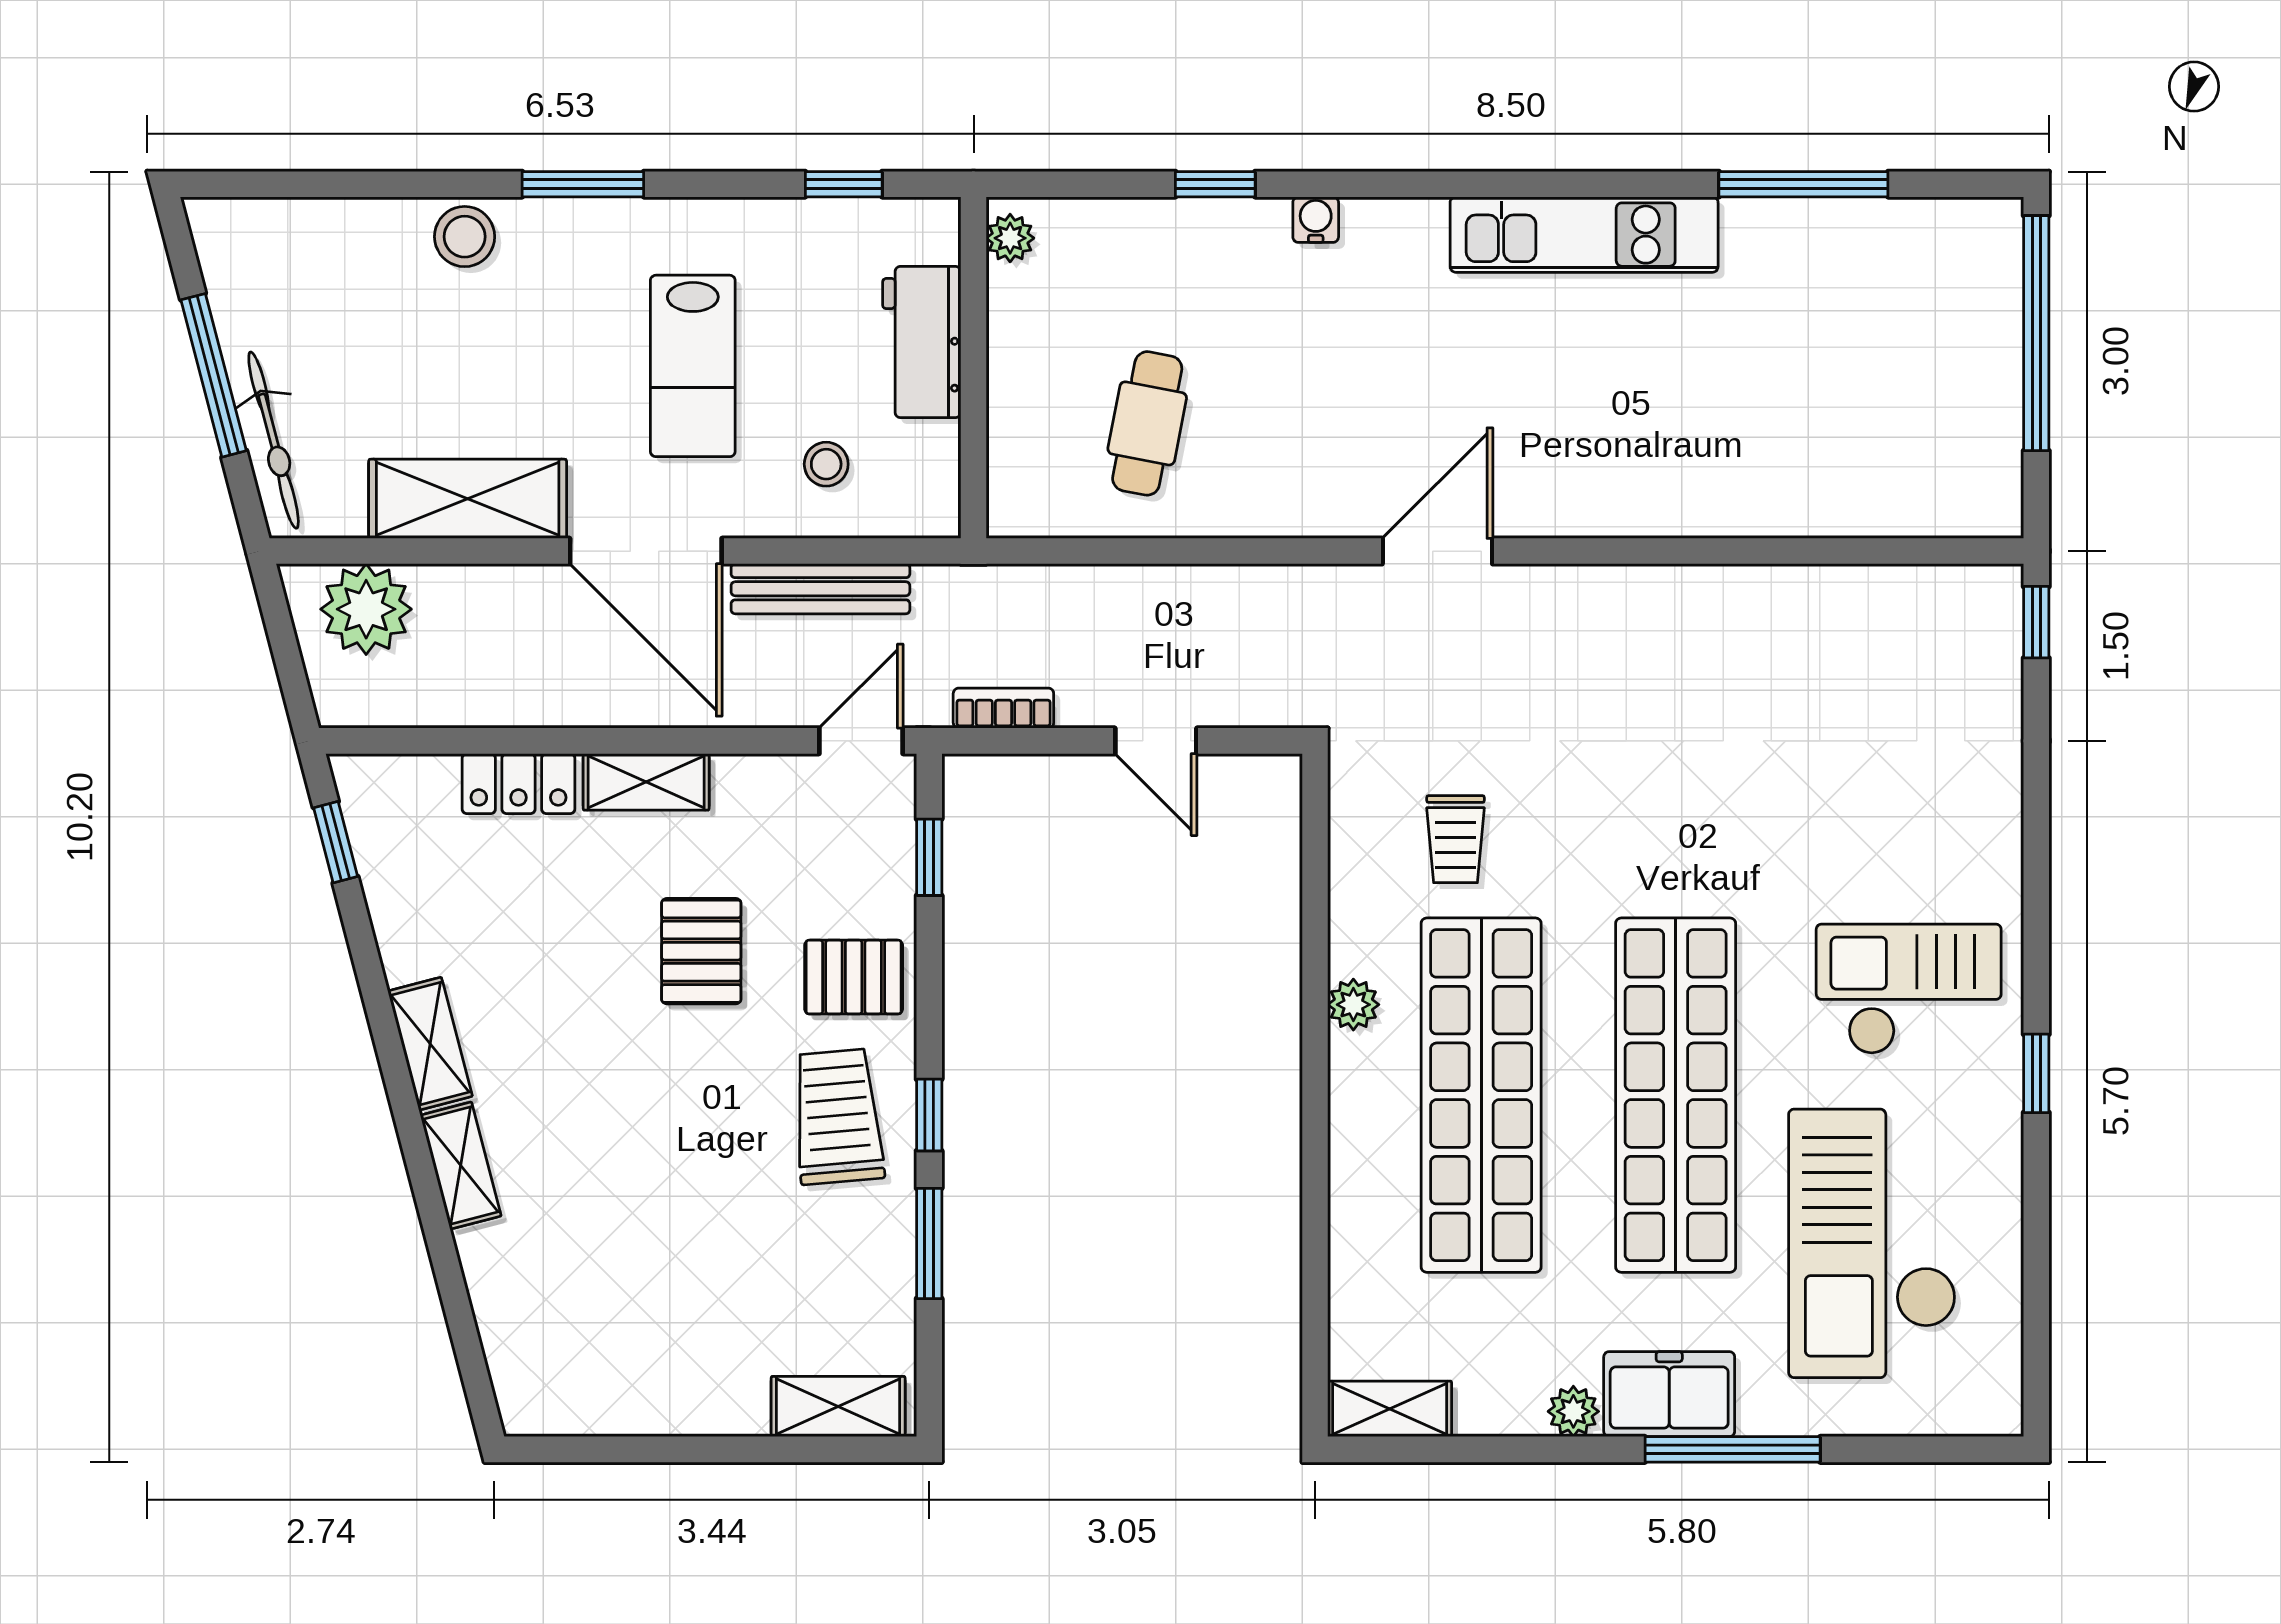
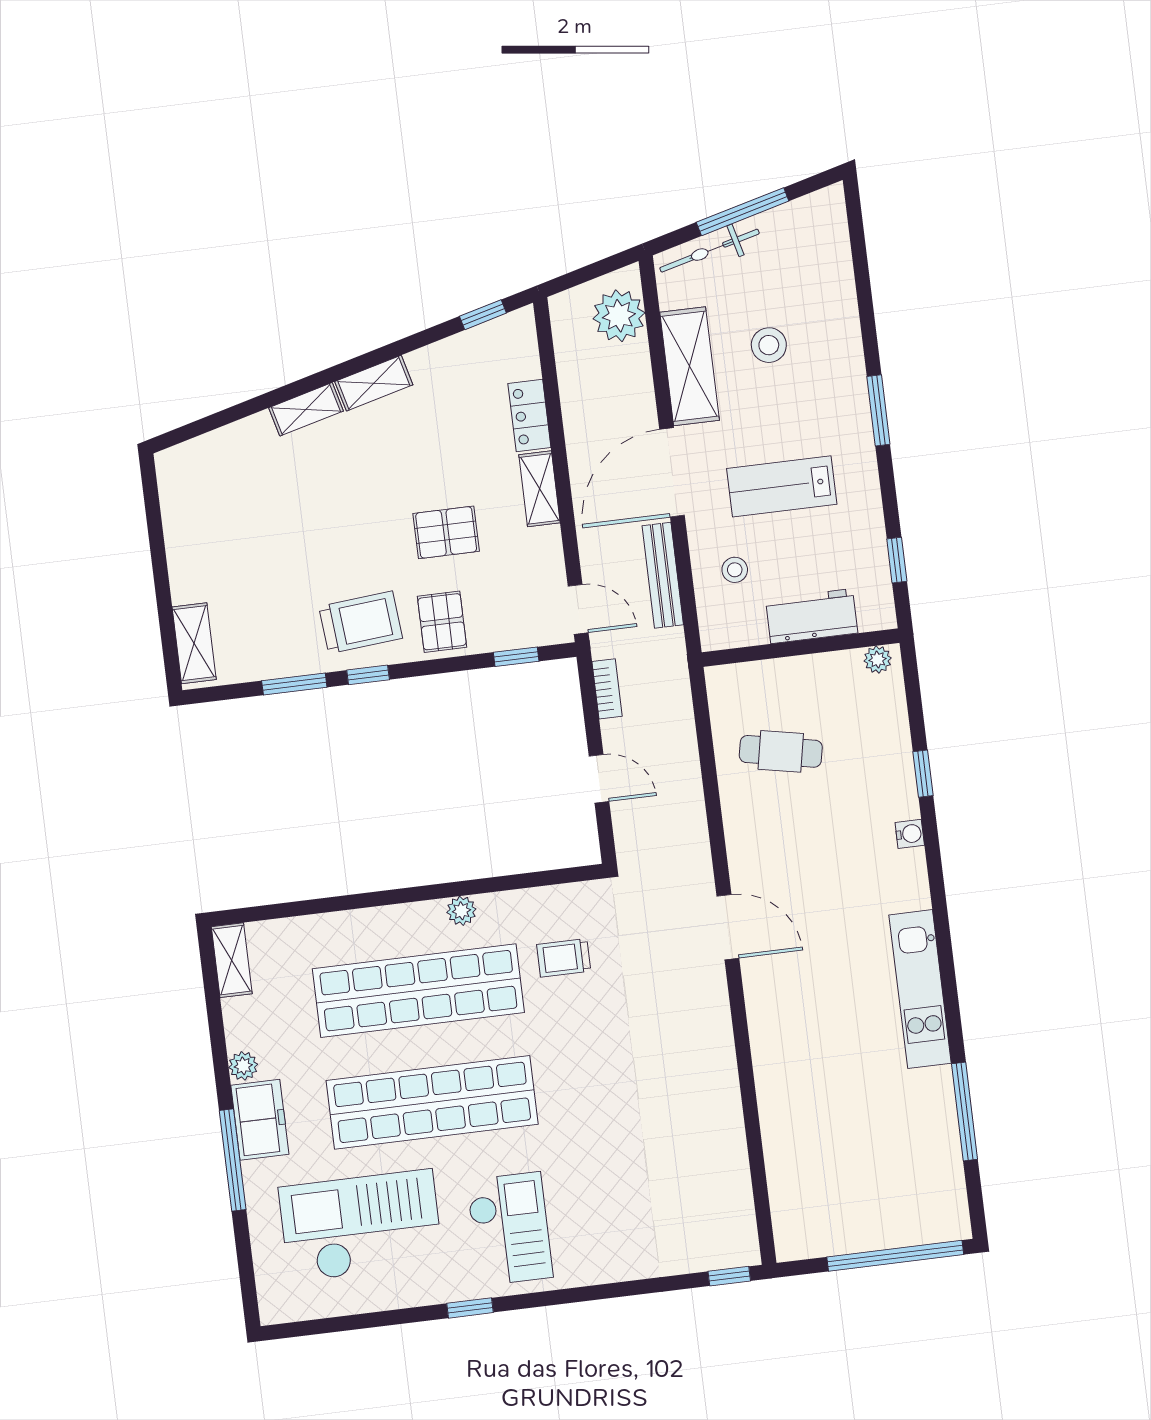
stool: (465, 237) -> (769, 345), moved
door: (1156, 741) -> (599, 779), swing flipped

